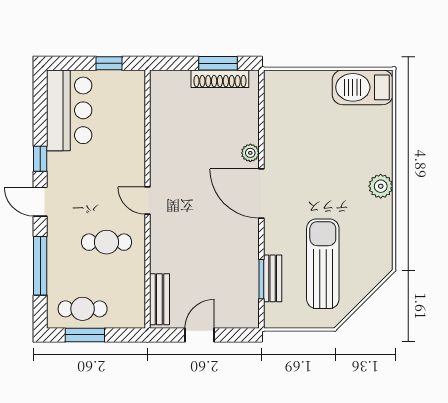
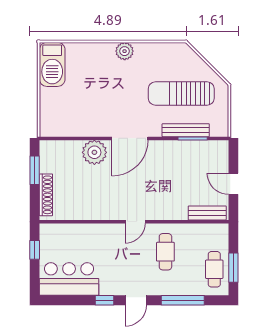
shoe rack: (220, 79) -> (46, 195), moved
plant: (250, 153) -> (94, 152), width x1.88, depth x1.88
bench: (273, 278) -> (186, 130), width x1.36

